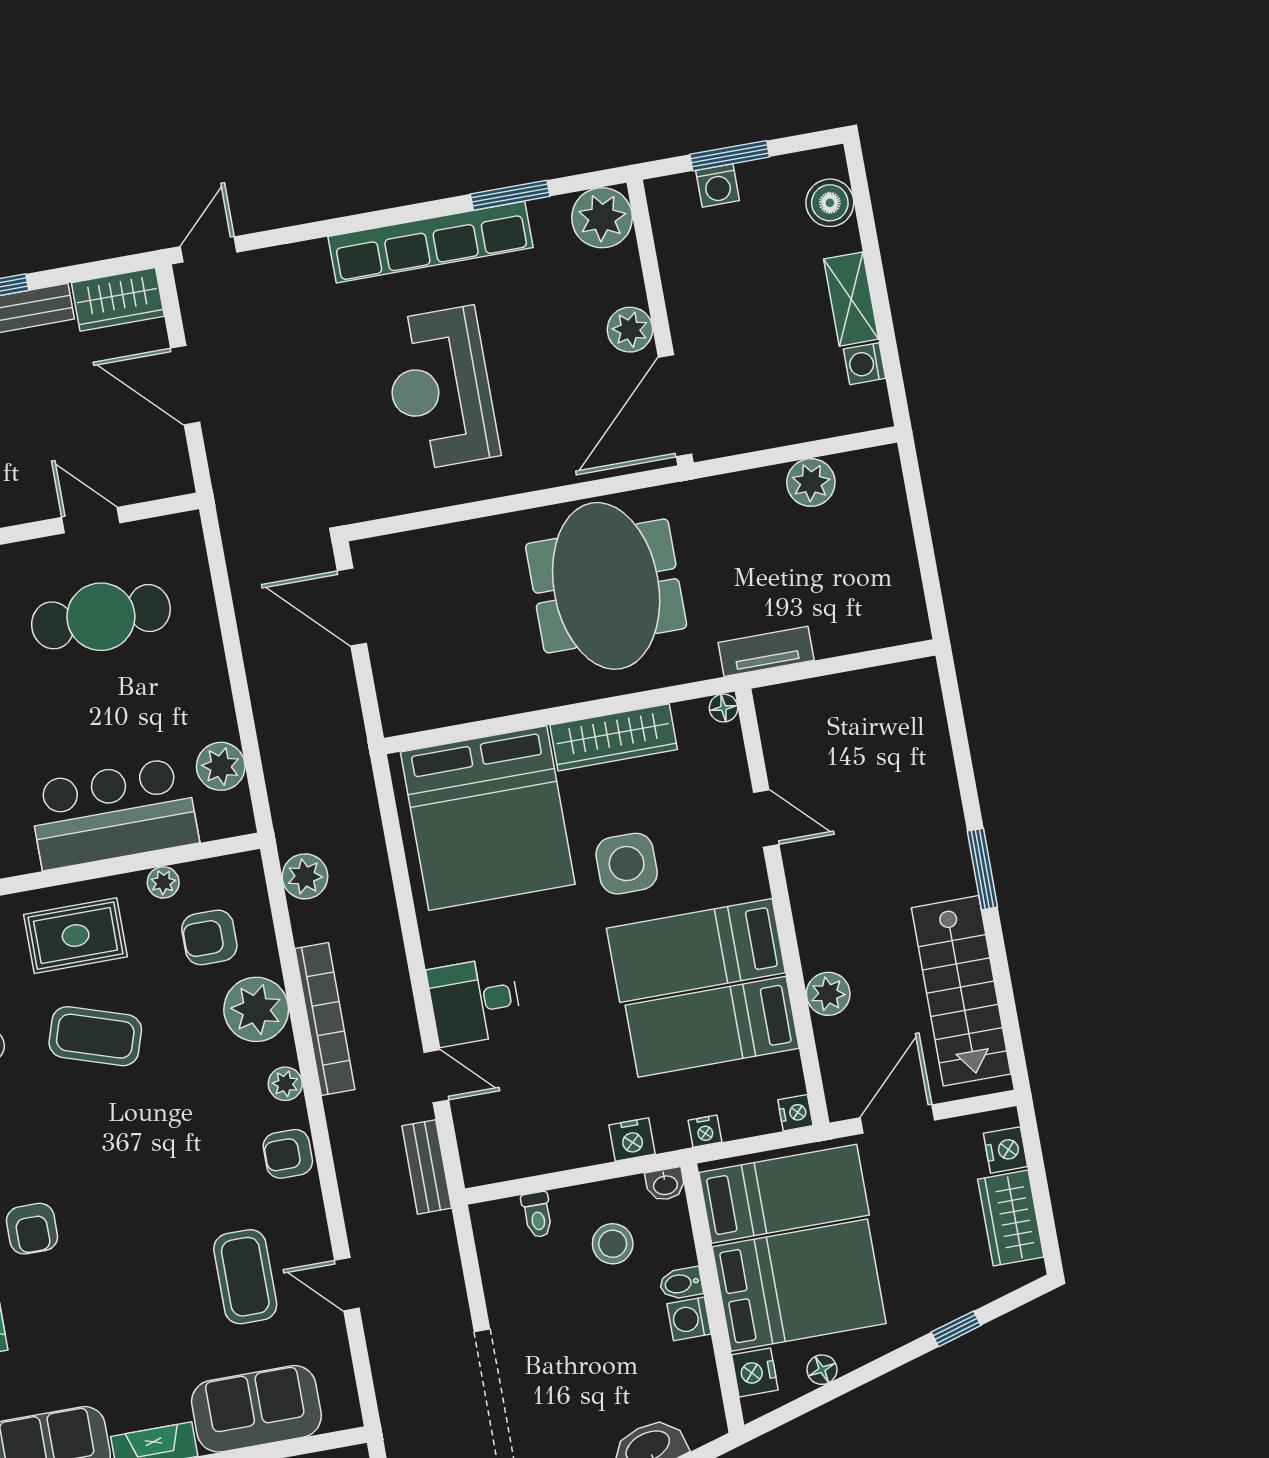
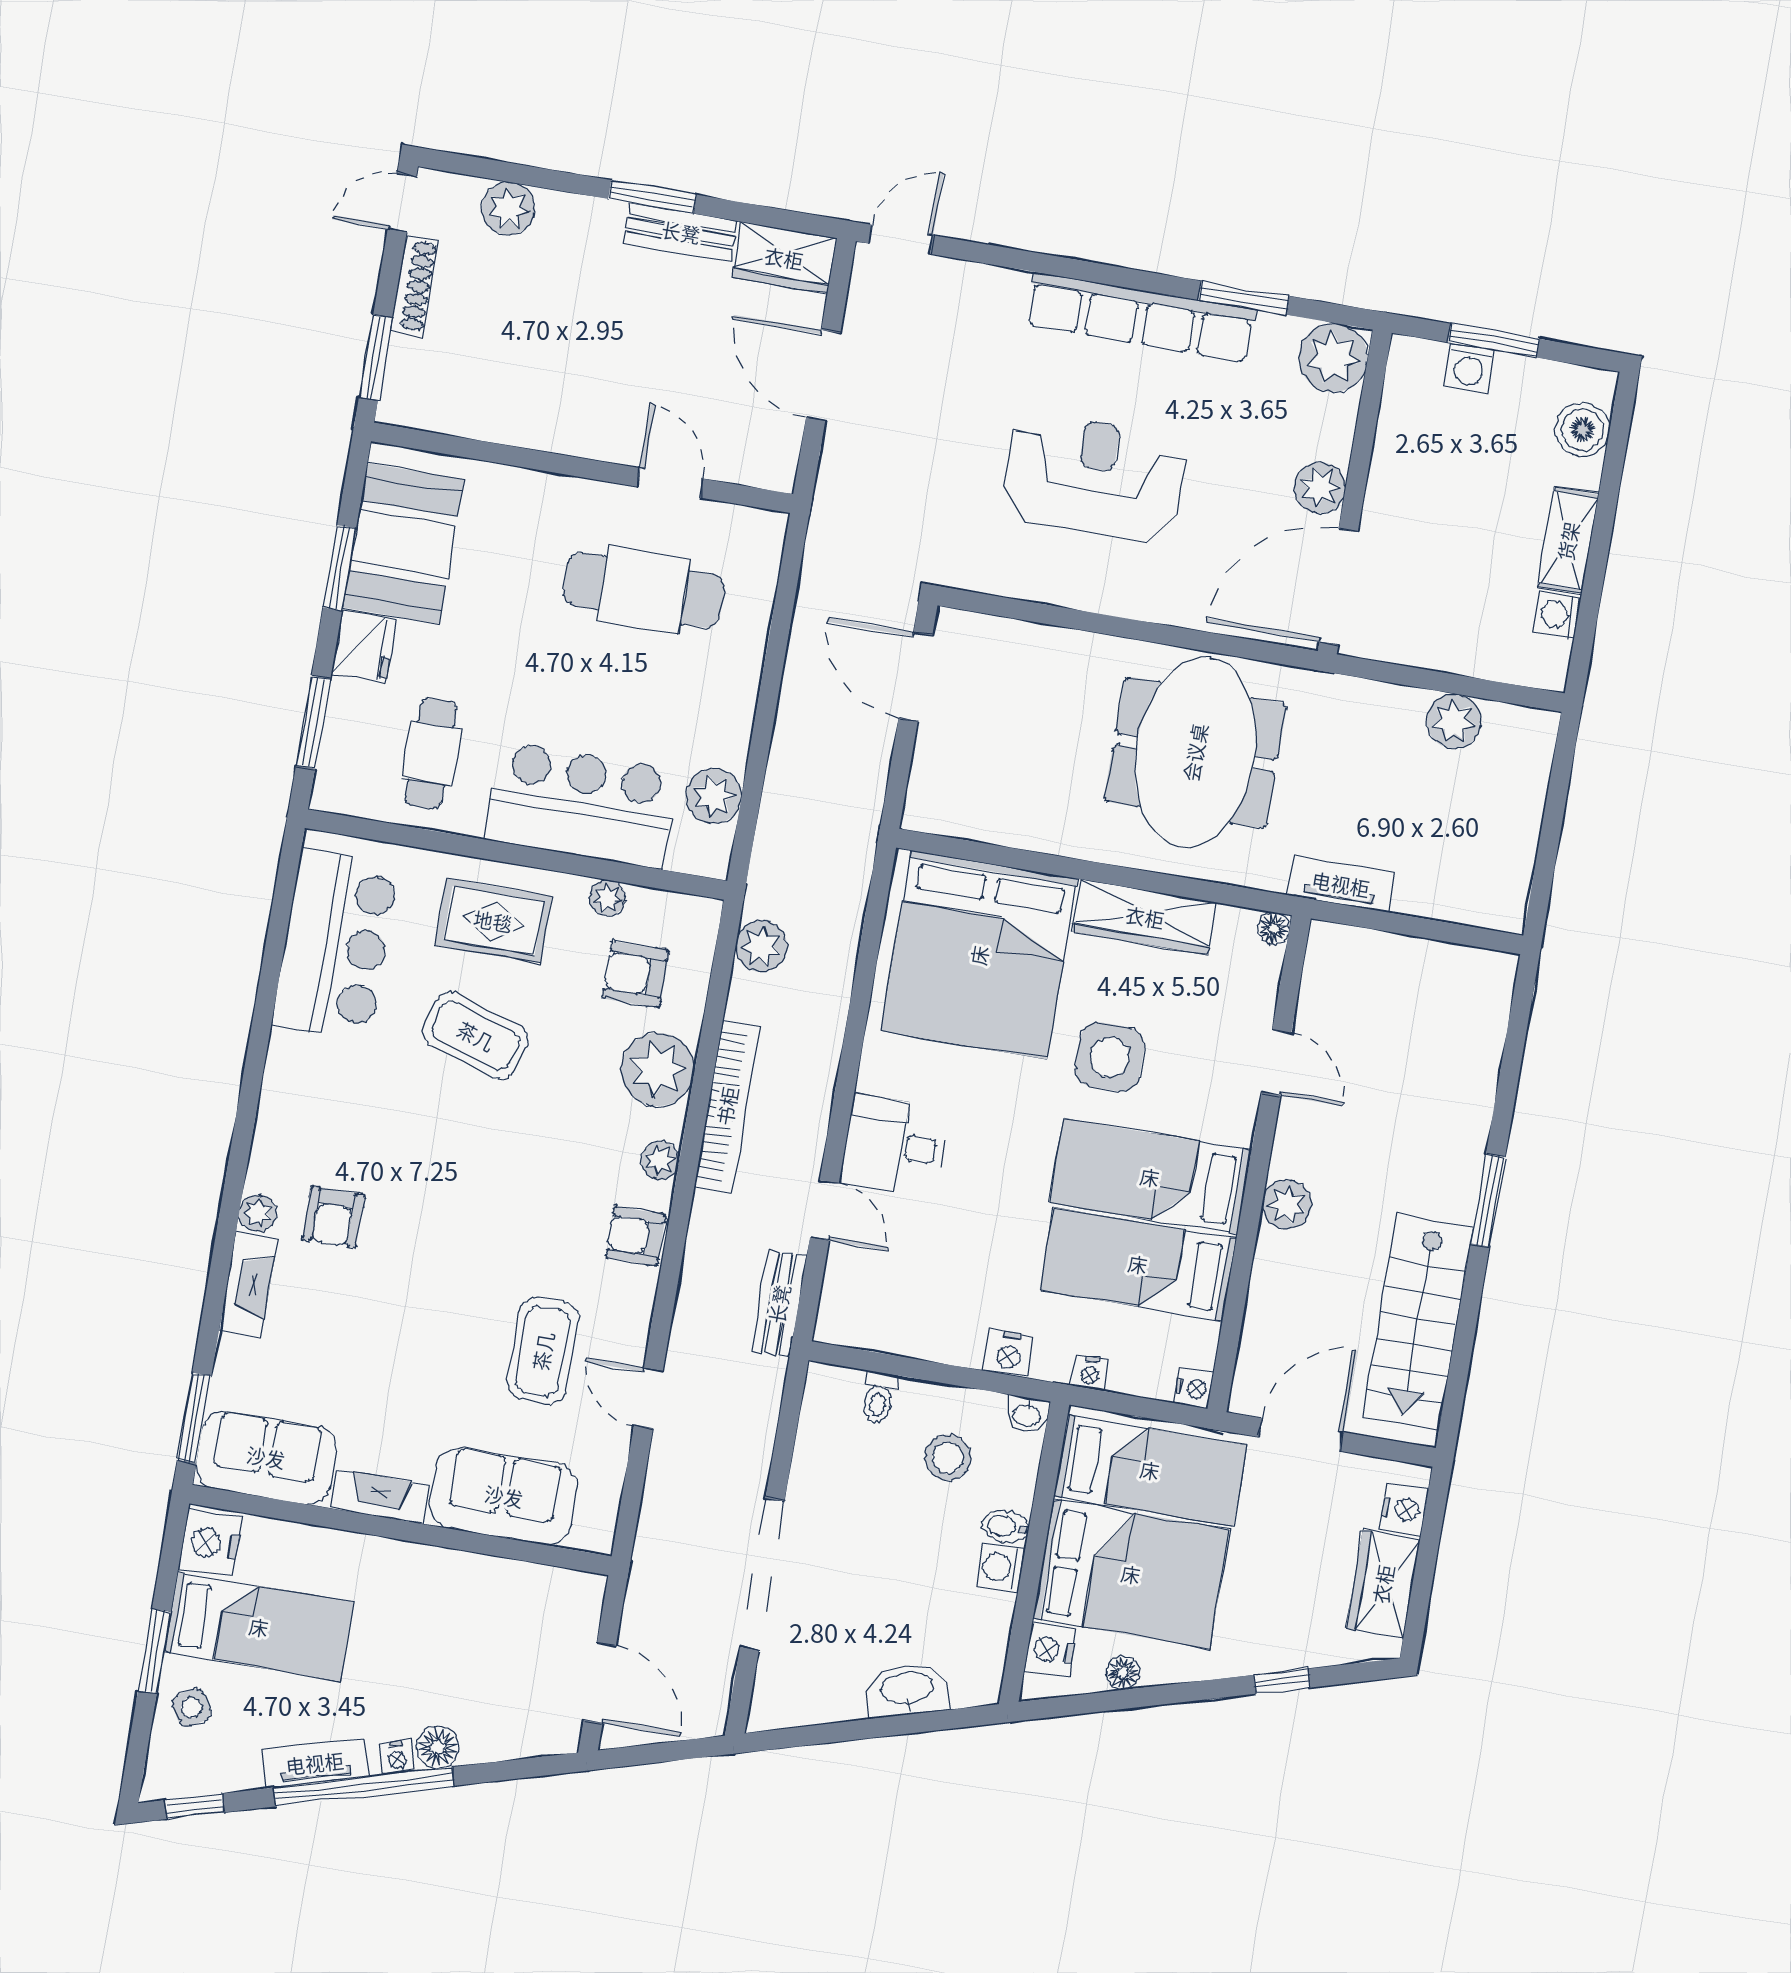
reception desk: (440, 389) -> (1094, 478), turned 90
plant: (828, 994) -> (1287, 1204), moved

